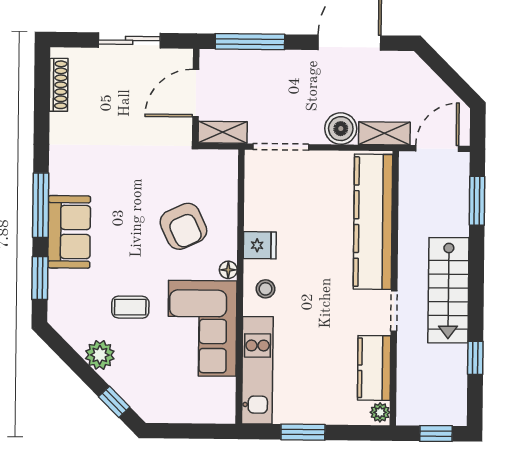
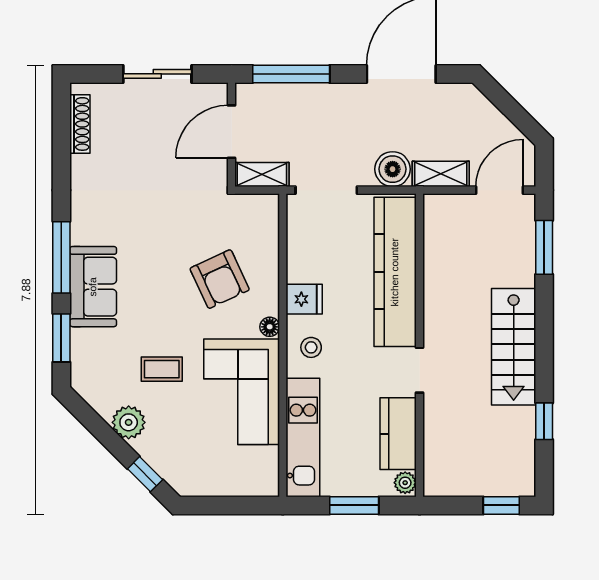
kitchen counter: (373, 222) -> (395, 272), moved
wall: (394, 288) -> (419, 345), moved
doorway: (394, 311) -> (419, 370), moved
kitchen counter: (374, 368) -> (398, 434), moved
plant: (380, 412) -> (405, 483), moved

